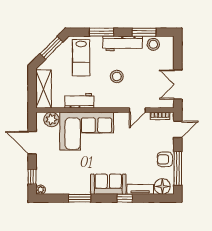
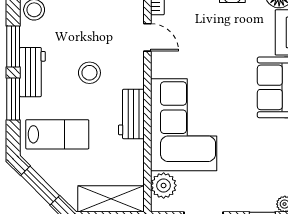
window: (144, 32) -> (13, 46), moved
workbench: (123, 43) -> (32, 72), width x0.73
workbench: (79, 101) -> (131, 114), moved

